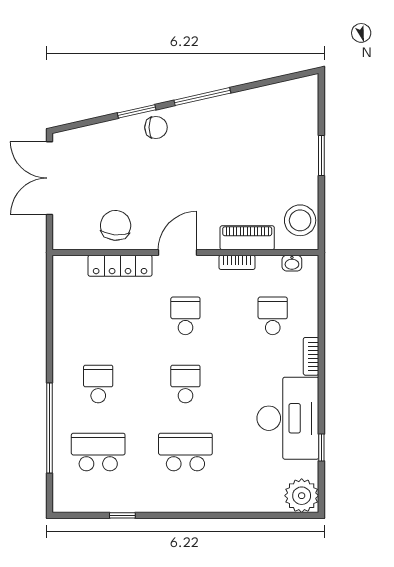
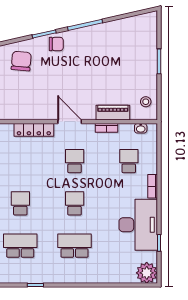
stool: (300, 220) -> (146, 102), width x0.53, depth x0.53
chair: (116, 225) -> (21, 61), moved
door: (178, 253) -> (70, 122), hinge flipped

